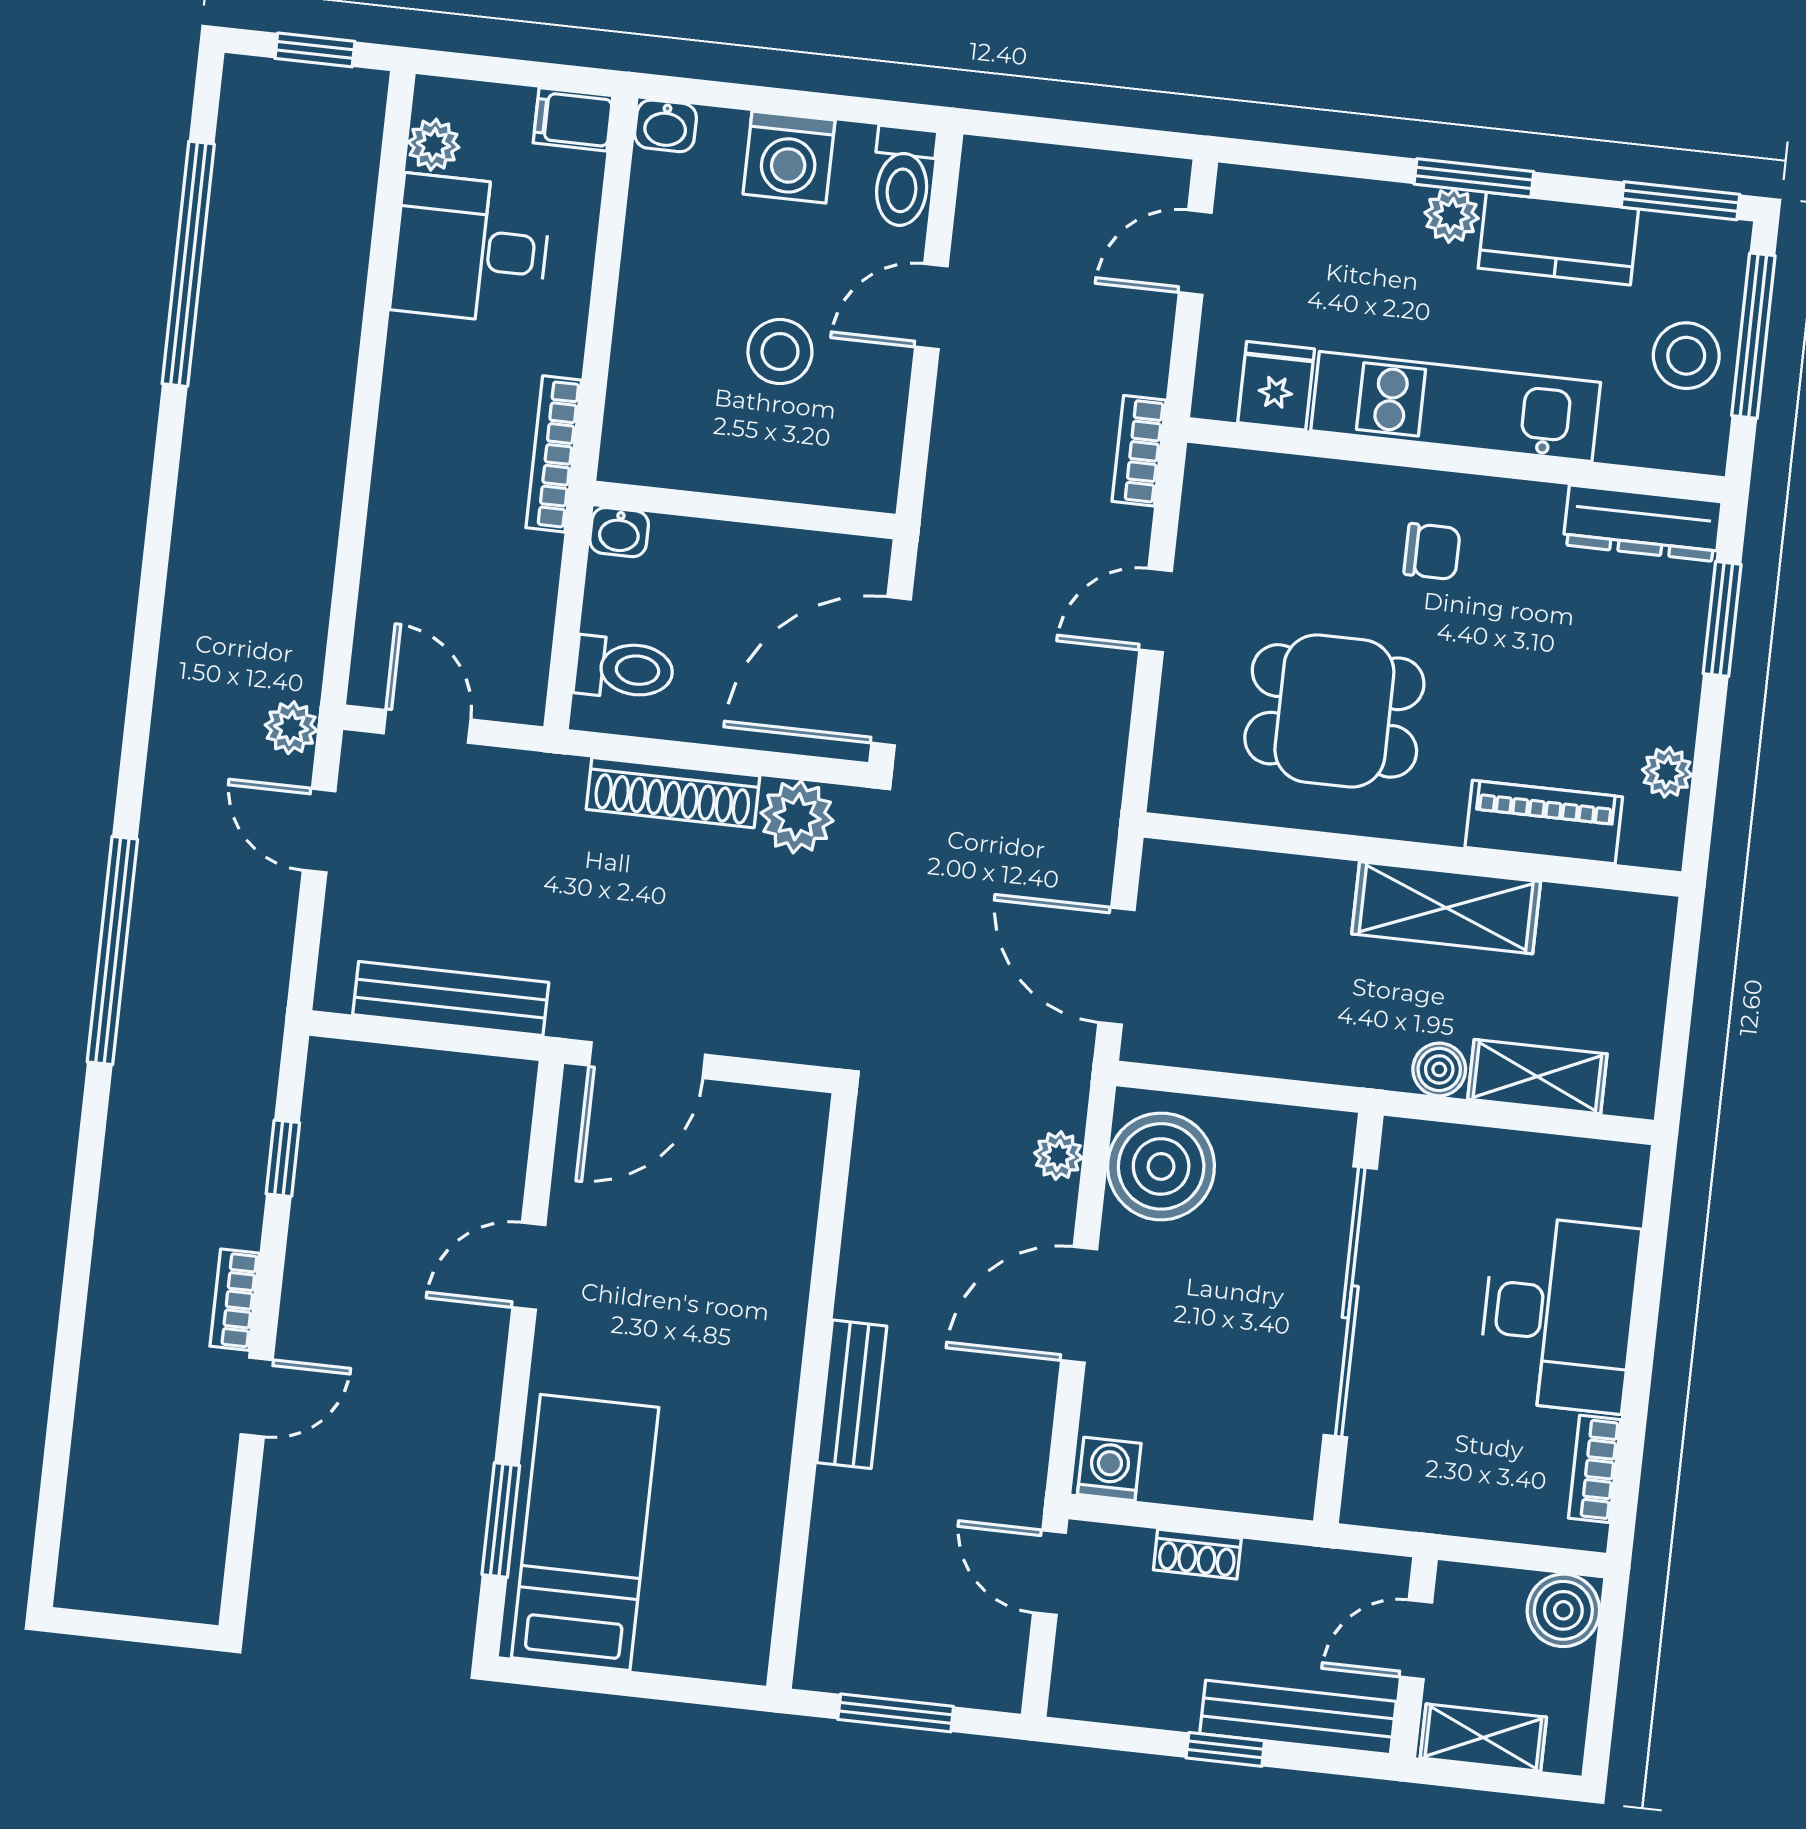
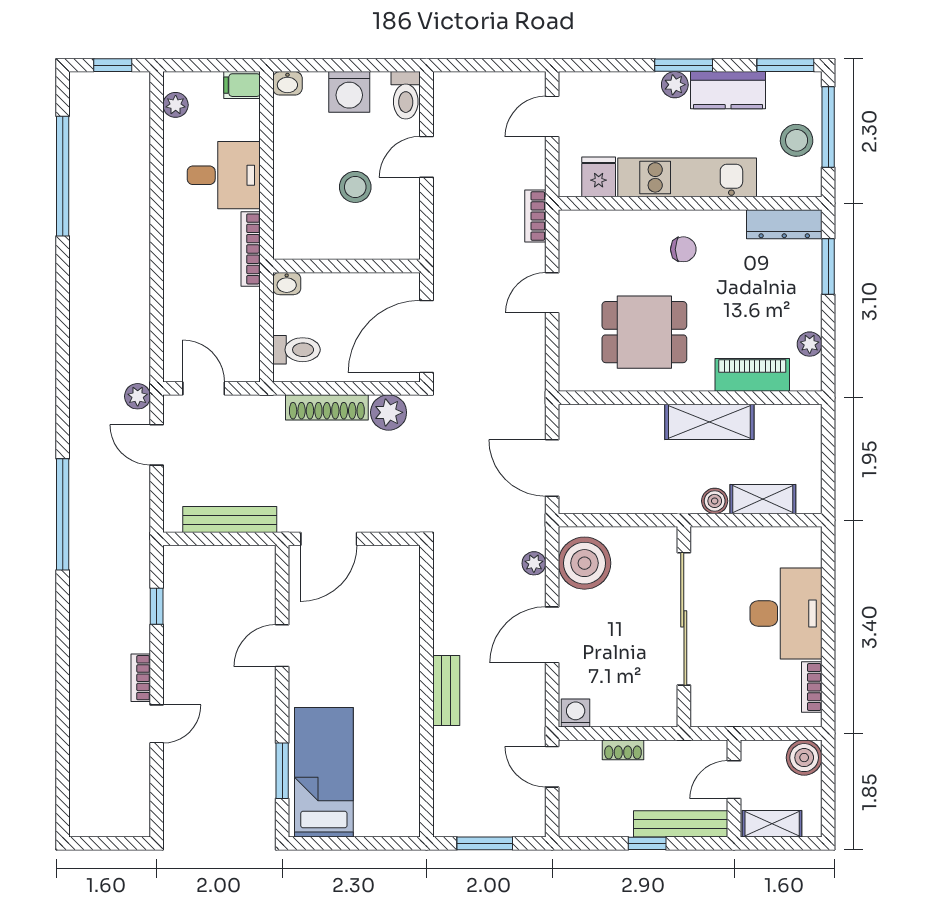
desk: (471, 249) -> (224, 175), moved, turned 180

